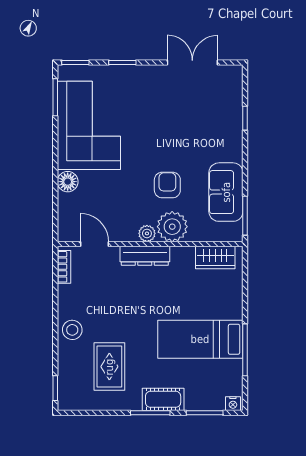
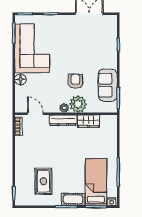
wardrobe: (215, 257) -> (88, 121), moved
stool: (72, 330) -> (23, 161), removed
bed: (200, 339) -> (96, 182), moved, turned 90

